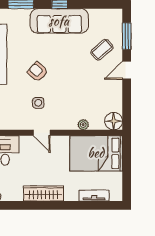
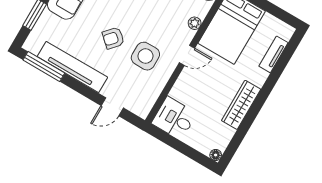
side table: (38, 103) -> (145, 56), width x1.87, depth x1.87
door: (42, 133) -> (187, 55), moved

